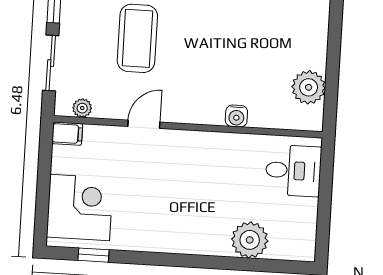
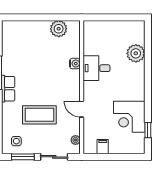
filing cabinet: (67, 134) -> (103, 147), moved
desk: (293, 171) -> (97, 68), moved, turned -90
corner desk: (80, 207) -> (129, 117), moved, turned -90

